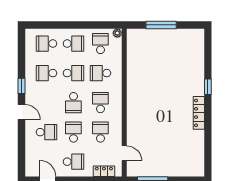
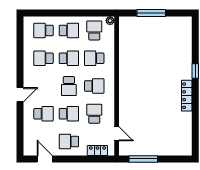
window: (22, 86) -> (20, 70), removed
school desk: (100, 103) -> (94, 86), turned 90
door: (22, 112) -> (20, 95), hinge flipped
school desk: (73, 132) -> (69, 114), turned 90
school desk: (73, 162) -> (69, 141), turned 180

